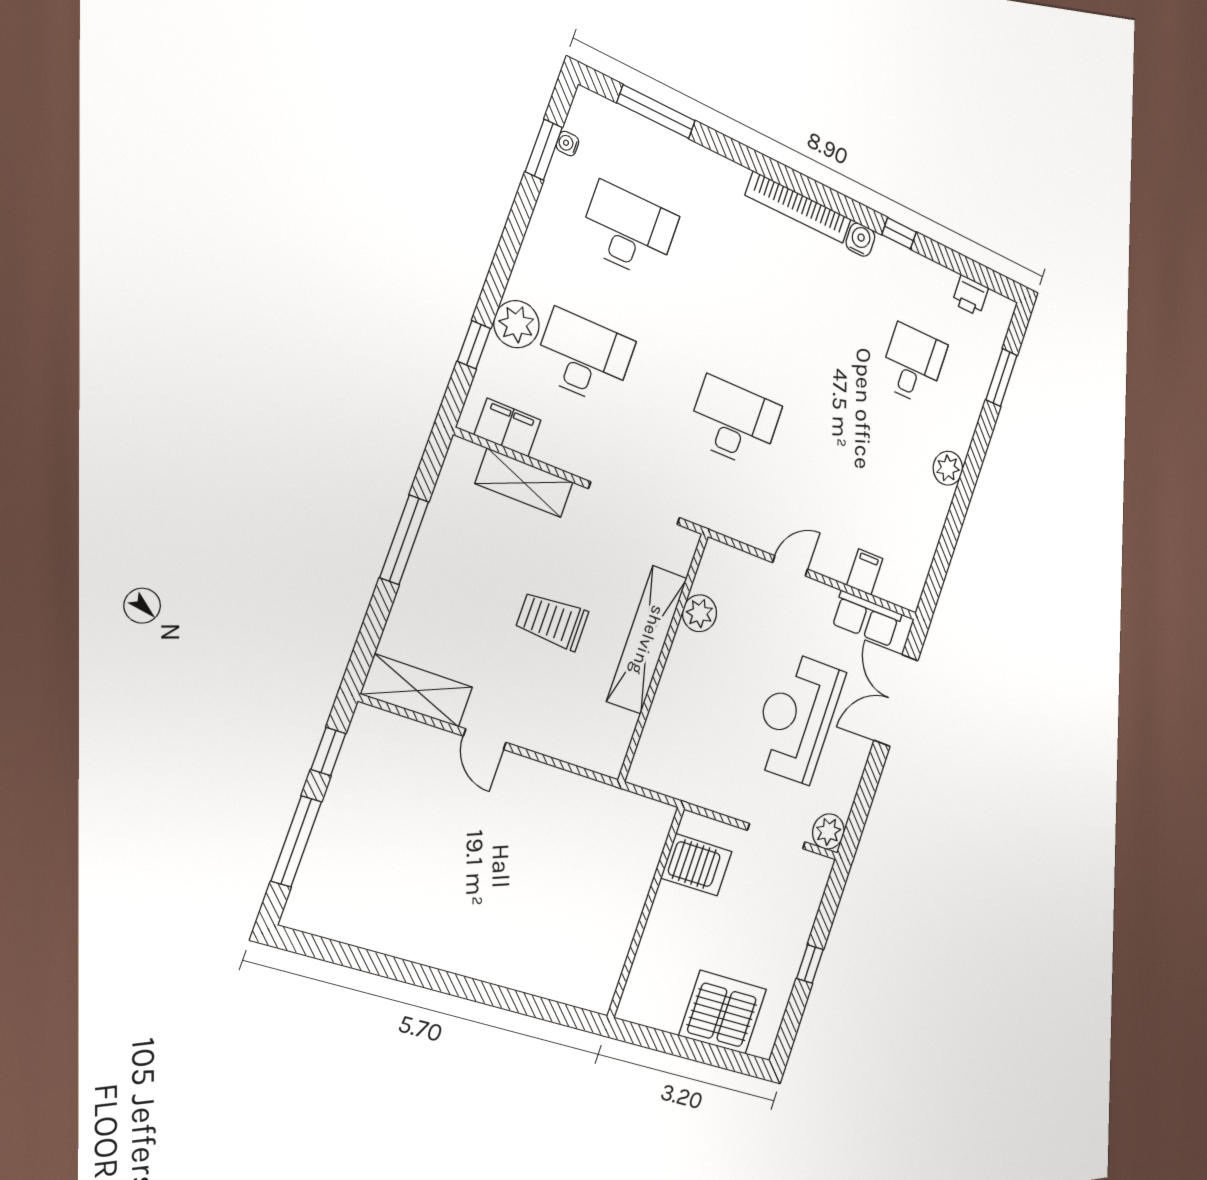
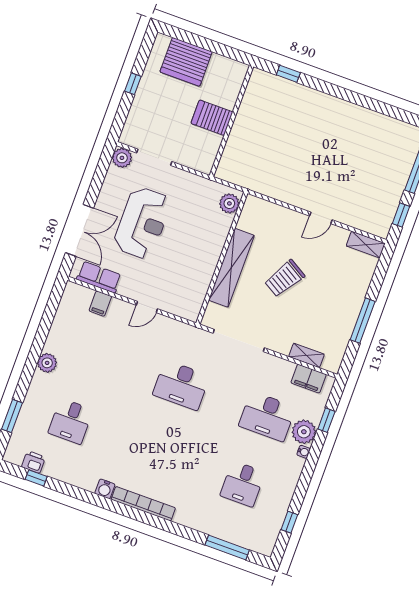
water cooler: (568, 144) -> (304, 452), moved
window: (544, 150) -> (289, 522), width x0.67
desk: (628, 231) -> (243, 484), width x0.73
window: (899, 233) -> (36, 478), moved
shelving: (524, 483) -> (307, 355), width x0.67, depth x0.75
plant: (700, 613) -> (229, 203), moved
trolley: (552, 621) -> (285, 279), turned 121
shelving: (417, 691) -> (366, 245), width x0.67, depth x0.75
door: (485, 739) -> (321, 218), swing flipped
server rack: (696, 865) -> (212, 118), moved
window: (545, 1009) -> (288, 74), added

